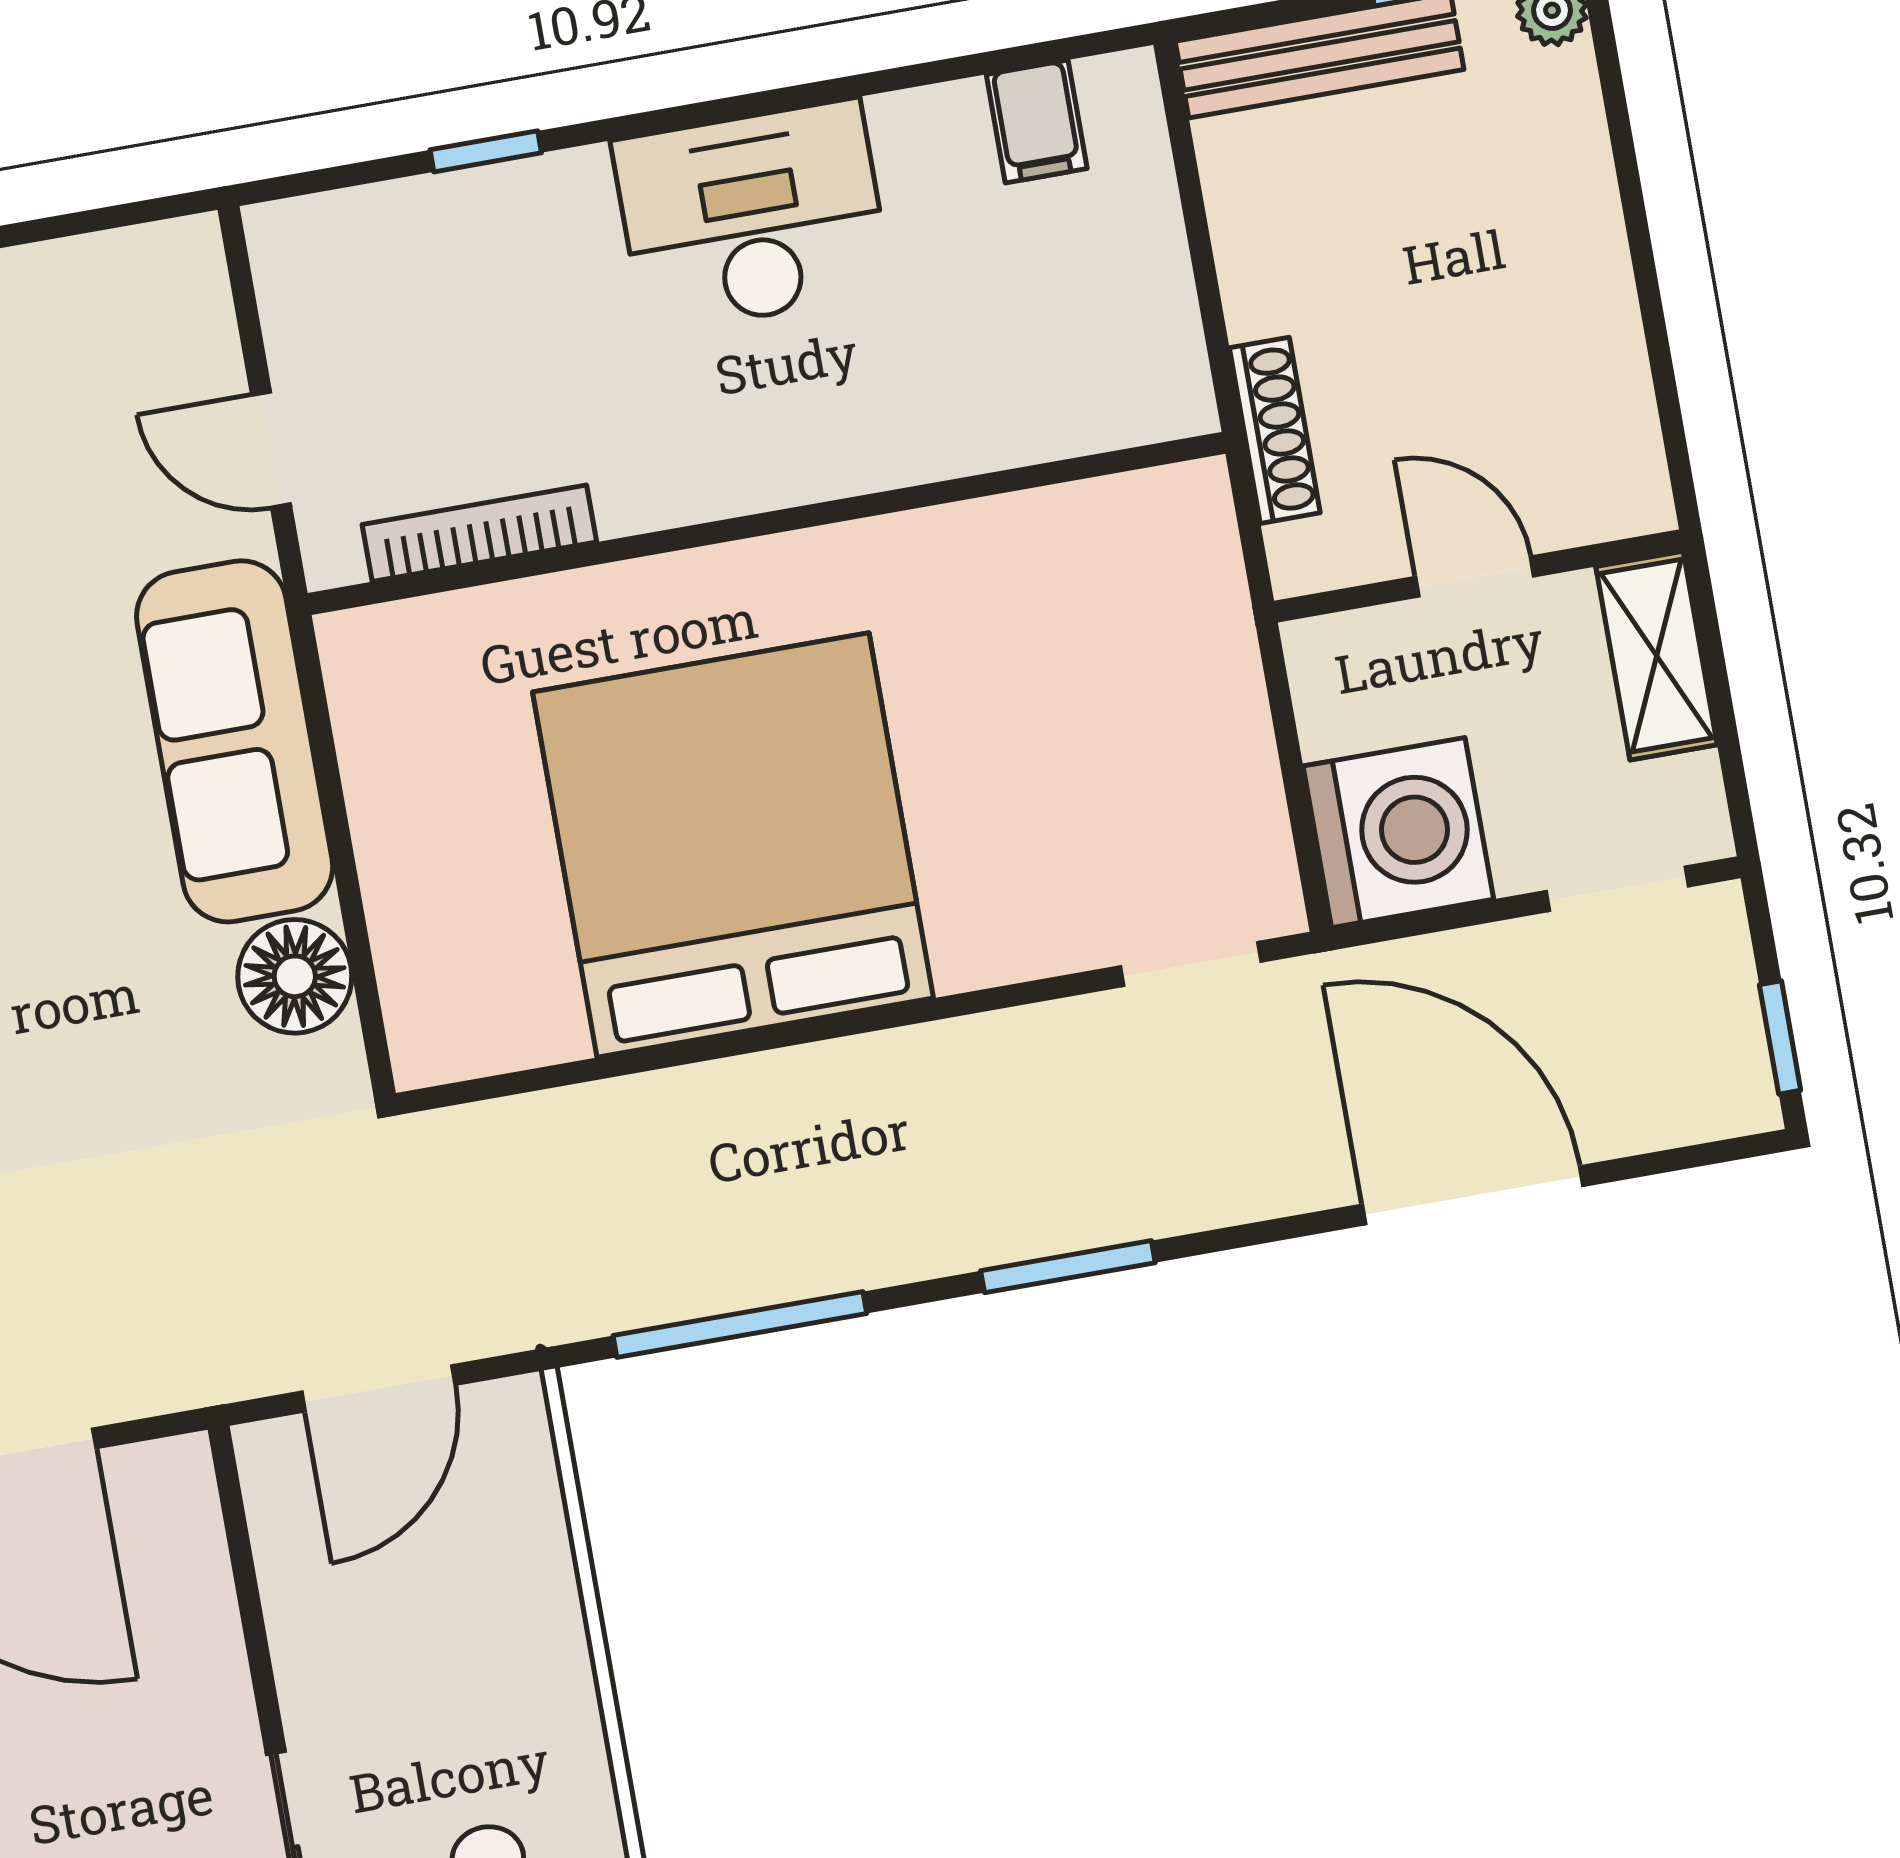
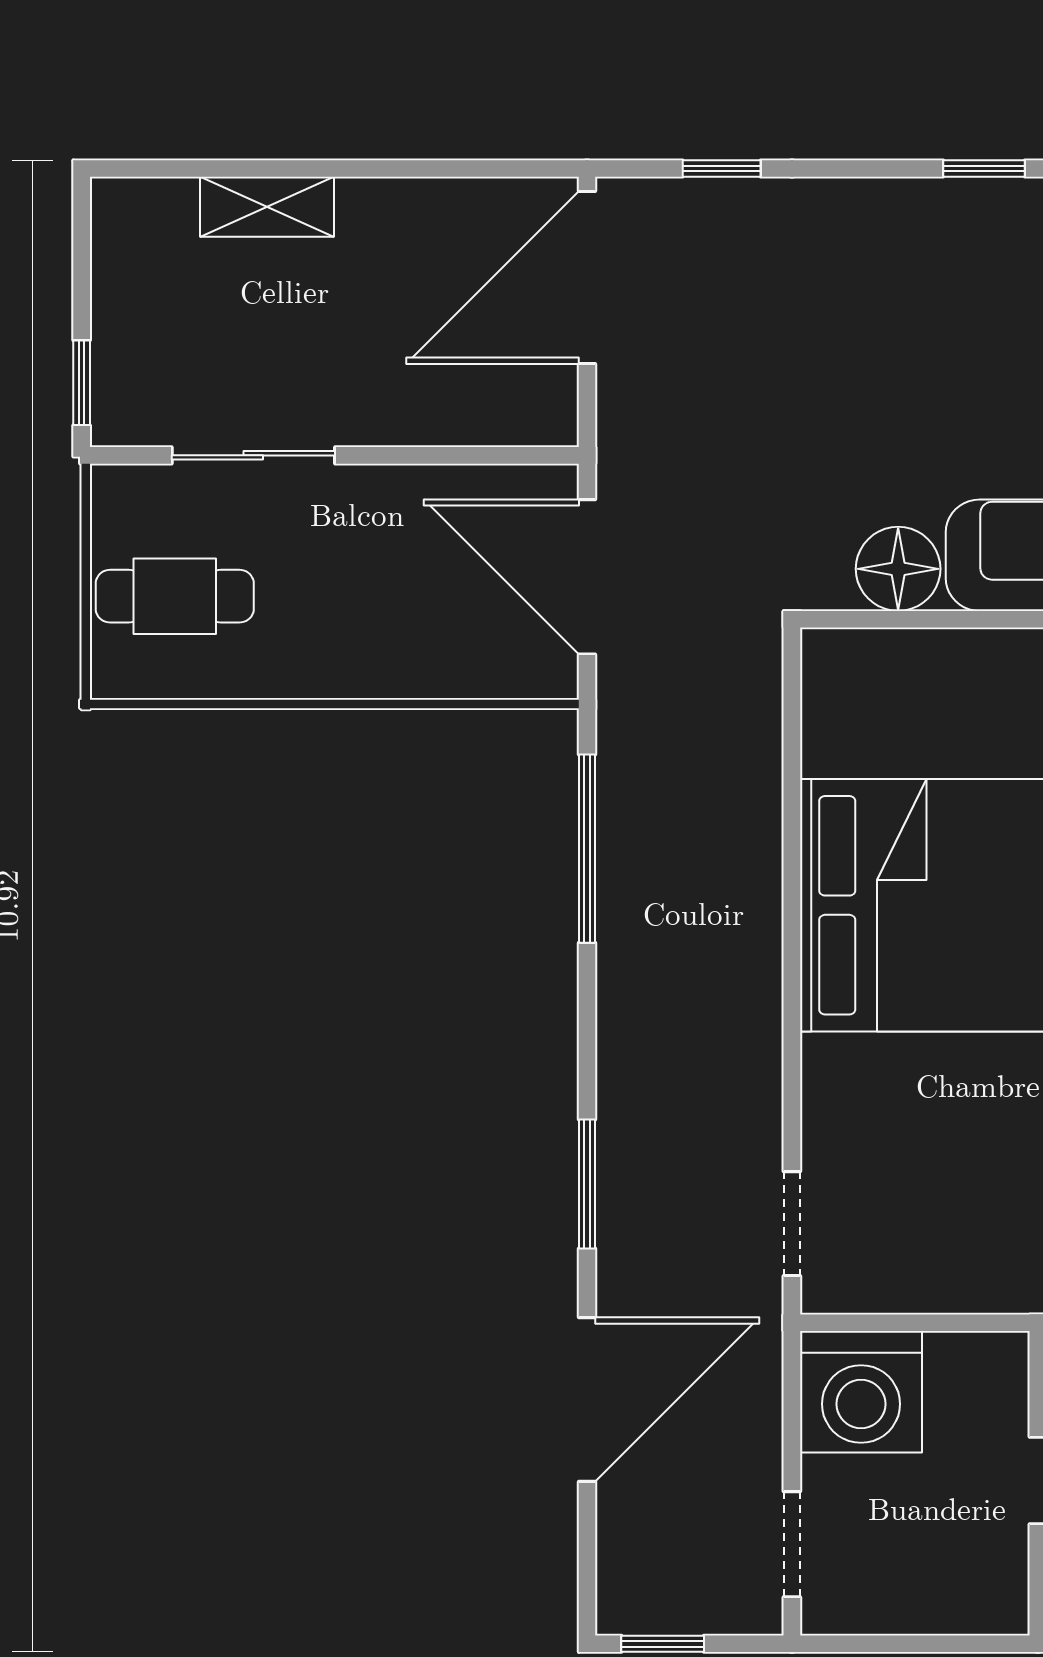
shelving: (1657, 656) -> (957, 1603), removed
window: (1068, 1267) -> (587, 1184), moved
door: (378, 1388) -> (587, 577), width x1.36

